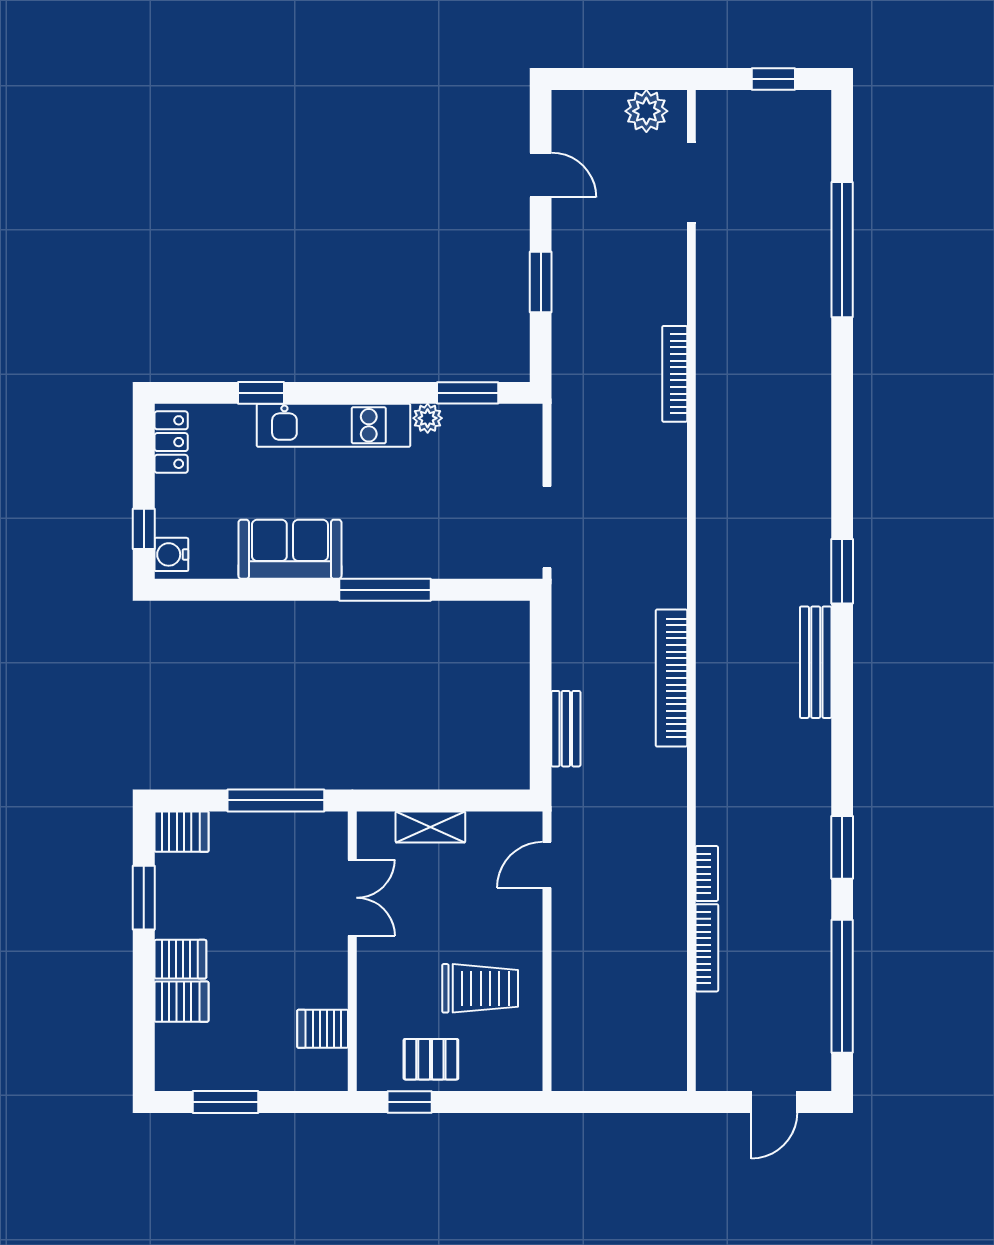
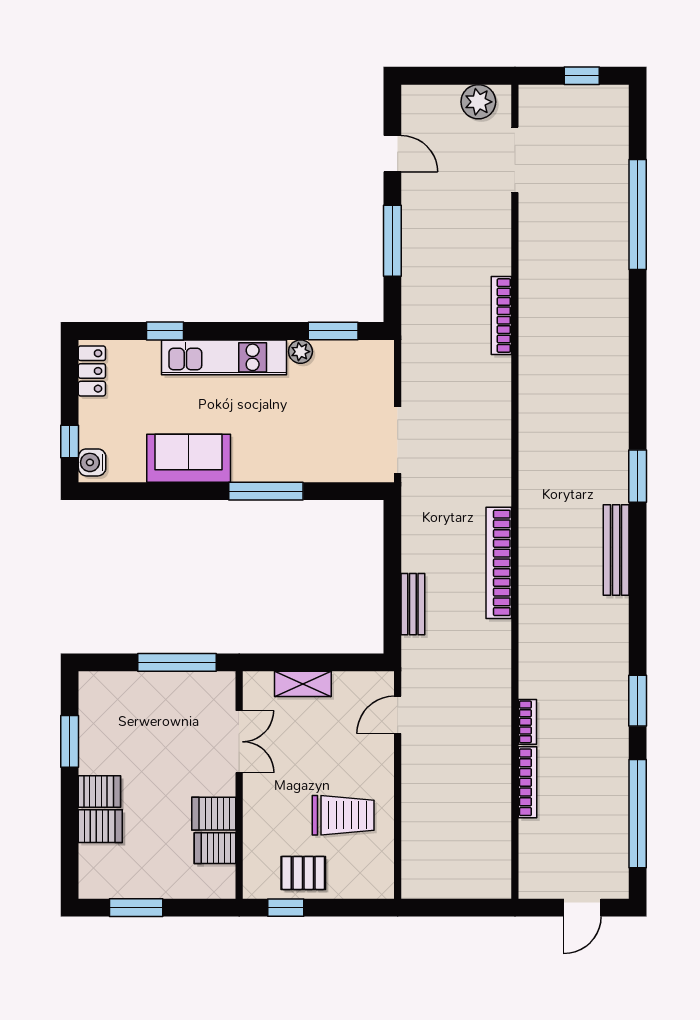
window: (541, 282) -> (392, 241), width x1.44
server rack: (182, 832) -> (214, 814), moved, turned 180

